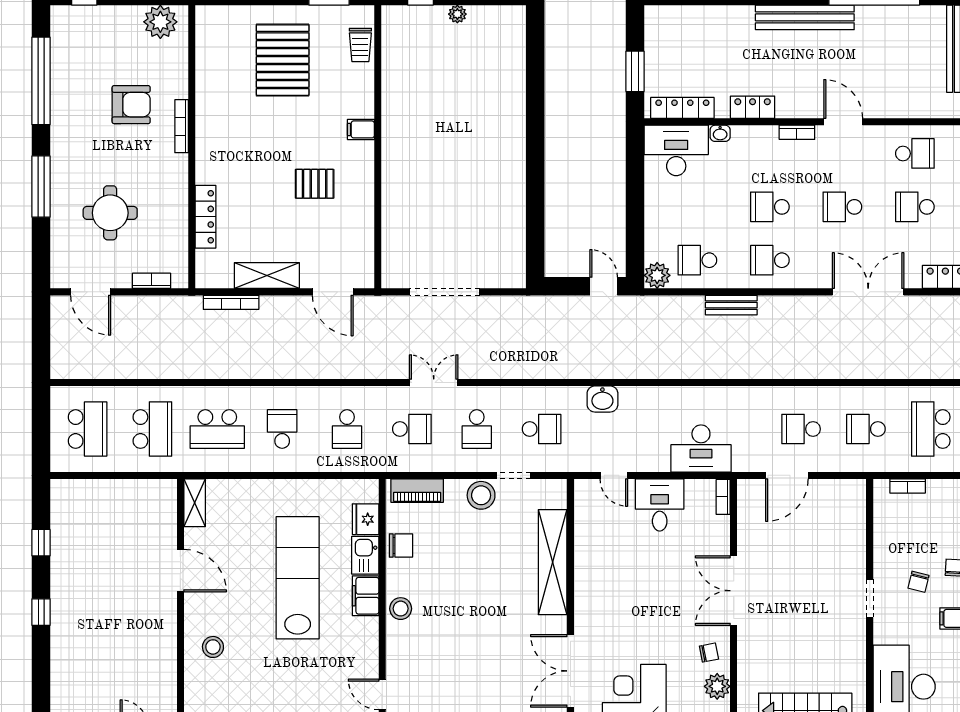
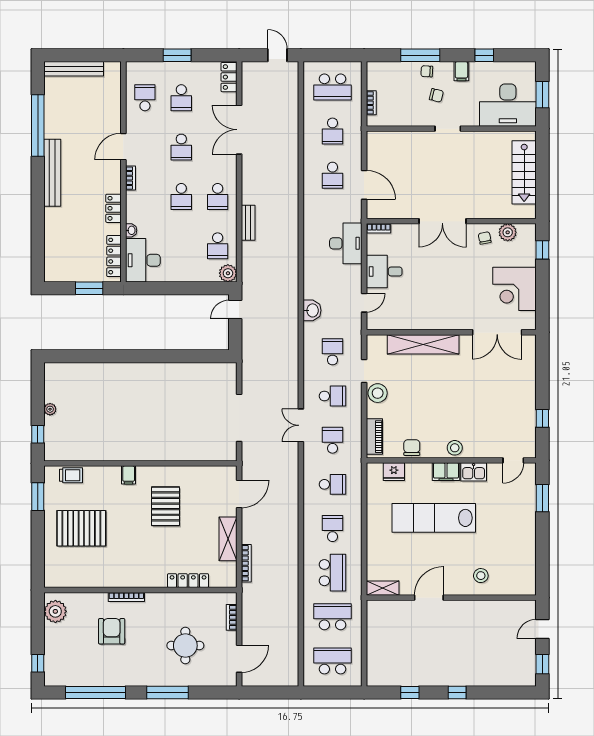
pallet: (315, 184) -> (166, 506), width x1.50, depth x1.42
school desk: (282, 429) -> (332, 528), turned 90
kitchen sink: (365, 555) -> (474, 472), moved

